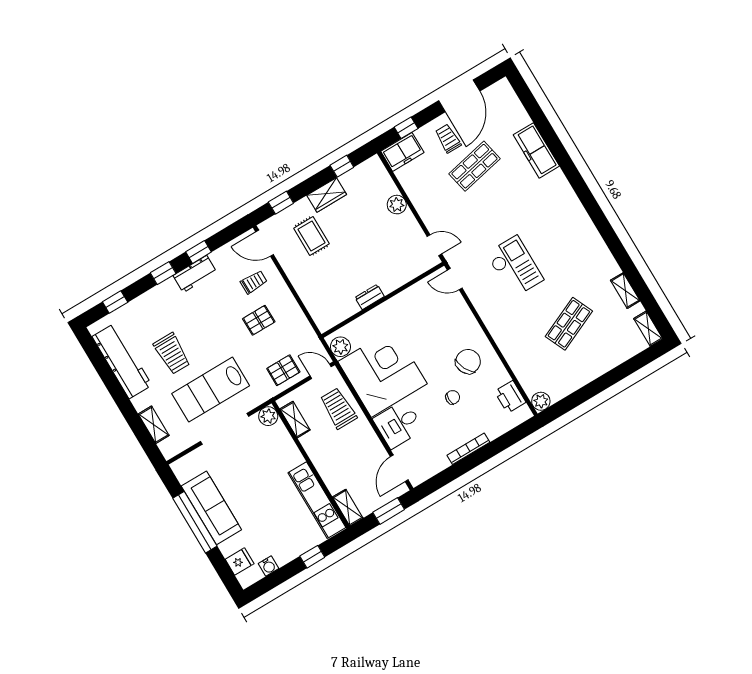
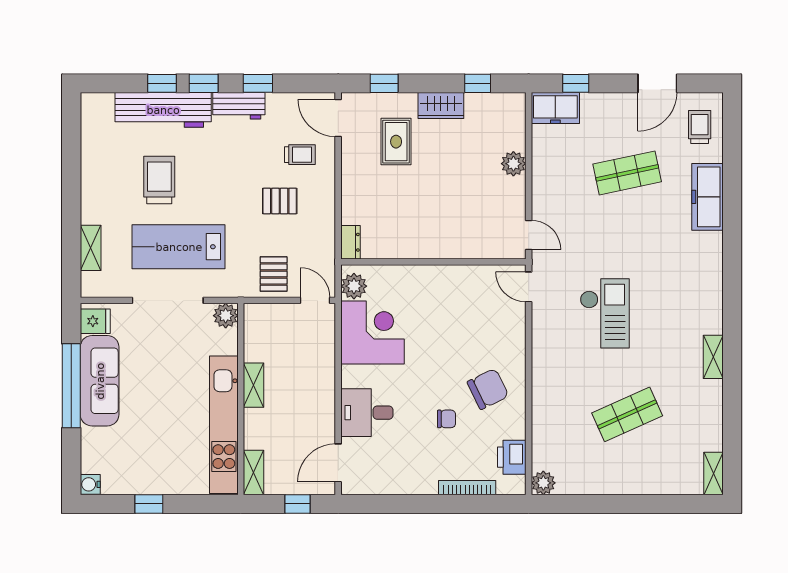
door: (459, 96) -> (657, 83), width x0.73
trolley: (448, 138) -> (700, 127), moved
shelving: (625, 291) -> (713, 357), moved
dresser: (370, 297) -> (350, 242), moved, turned 90
window: (115, 302) -> (162, 83), moved
trolley: (172, 353) -> (159, 180), turned 180
workbench: (122, 361) -> (163, 110), moved, turned 90
pallet: (283, 370) -> (274, 274), turned 90
corner desk: (383, 373) -> (373, 332), width x0.74, depth x0.74
trolley: (338, 408) -> (310, 354), removed
shelving: (295, 420) -> (254, 385), moved
bookcase: (468, 449) -> (467, 488), moved
kitchen unit: (317, 500) -> (224, 425), width x1.36
window: (389, 511) -> (297, 504), width x0.67
window: (312, 557) -> (149, 504), moved
fridge: (240, 561) -> (95, 321), moved
water cooler: (268, 566) -> (90, 484), moved, turned 90

